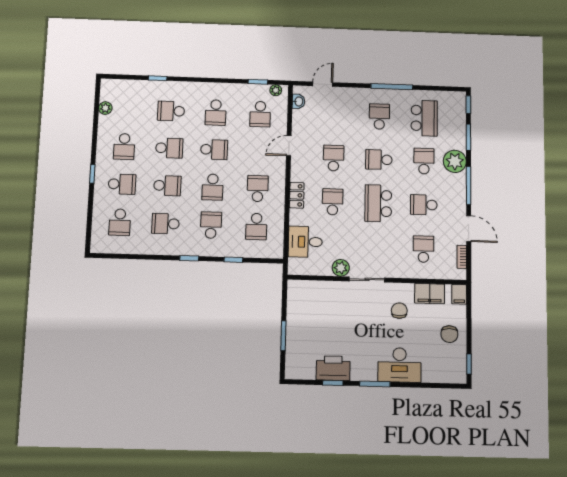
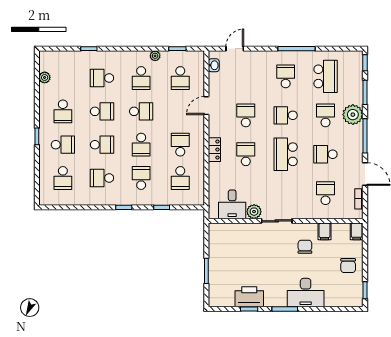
plant: (276, 90) -> (155, 56), moved
desk: (305, 242) -> (232, 204), moved, turned -90
filing cabinet: (430, 294) -> (325, 231), width x0.50

